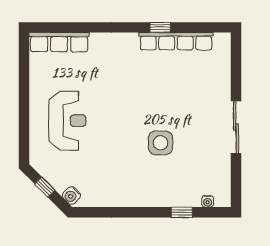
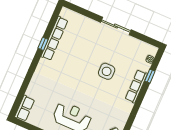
row of seats: (59, 42) -> (25, 108), width x0.68
row of seats: (157, 198) -> (136, 86), added

